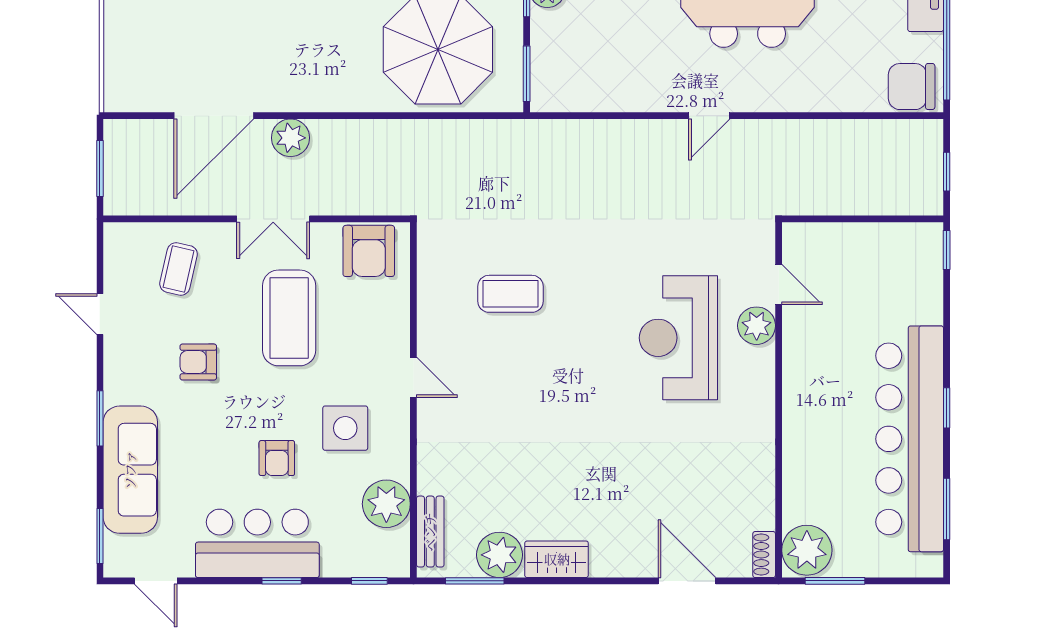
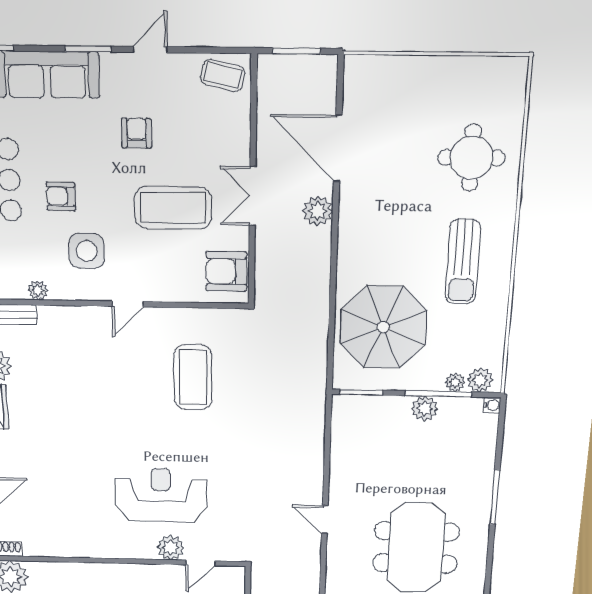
coffee table: (179, 269) -> (223, 75), moved
coffee table: (511, 294) -> (193, 377), width x1.36, depth x1.32
door: (100, 314) -> (150, 50), moved
plant: (386, 504) -> (38, 290), width x0.53, depth x0.53

